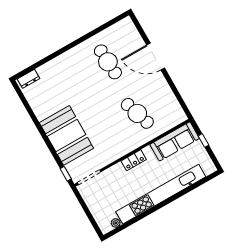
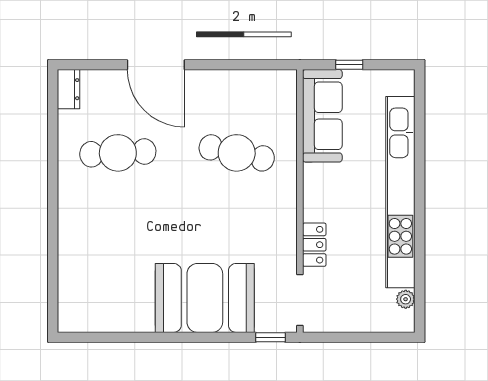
door: (156, 57) -> (156, 65), hinge flipped
dresser: (28, 79) -> (69, 89), moved
cafe table: (137, 113) -> (237, 153), turned 30
locker: (134, 160) -> (314, 245), moved

